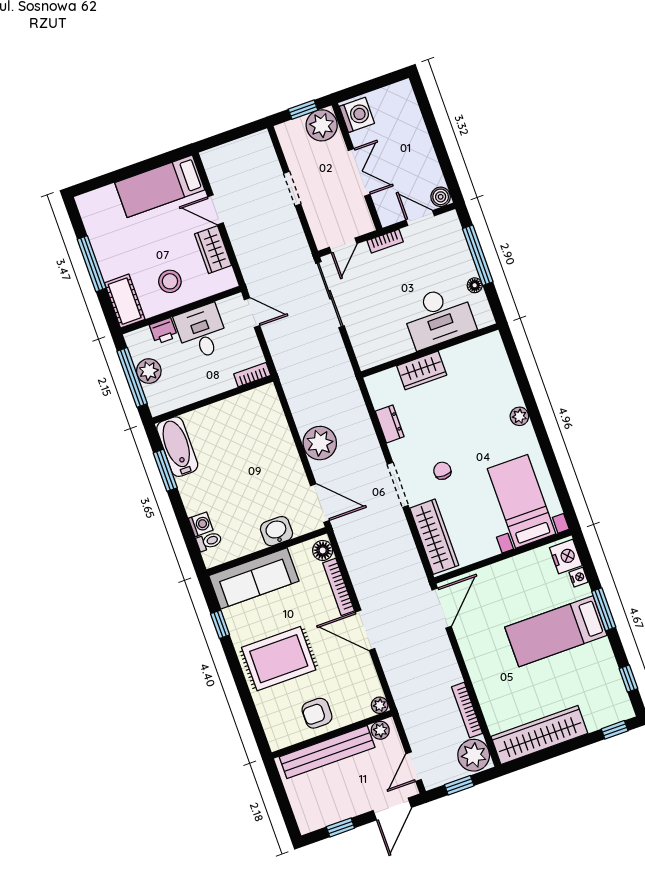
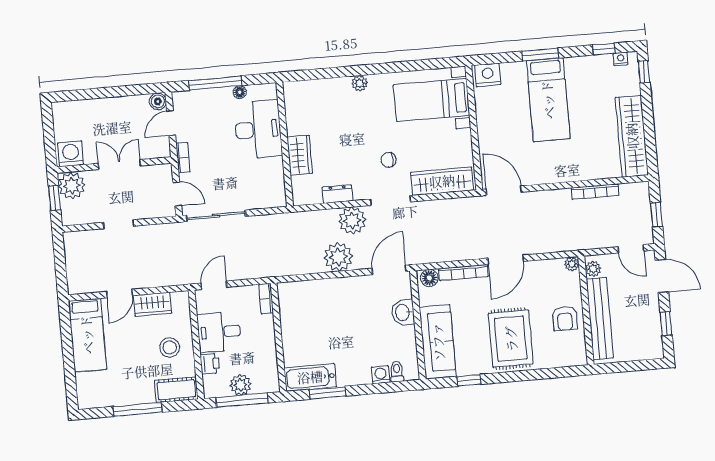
nightstand: (579, 577) -> (621, 59), moved
plant: (474, 755) -> (352, 221), moved

